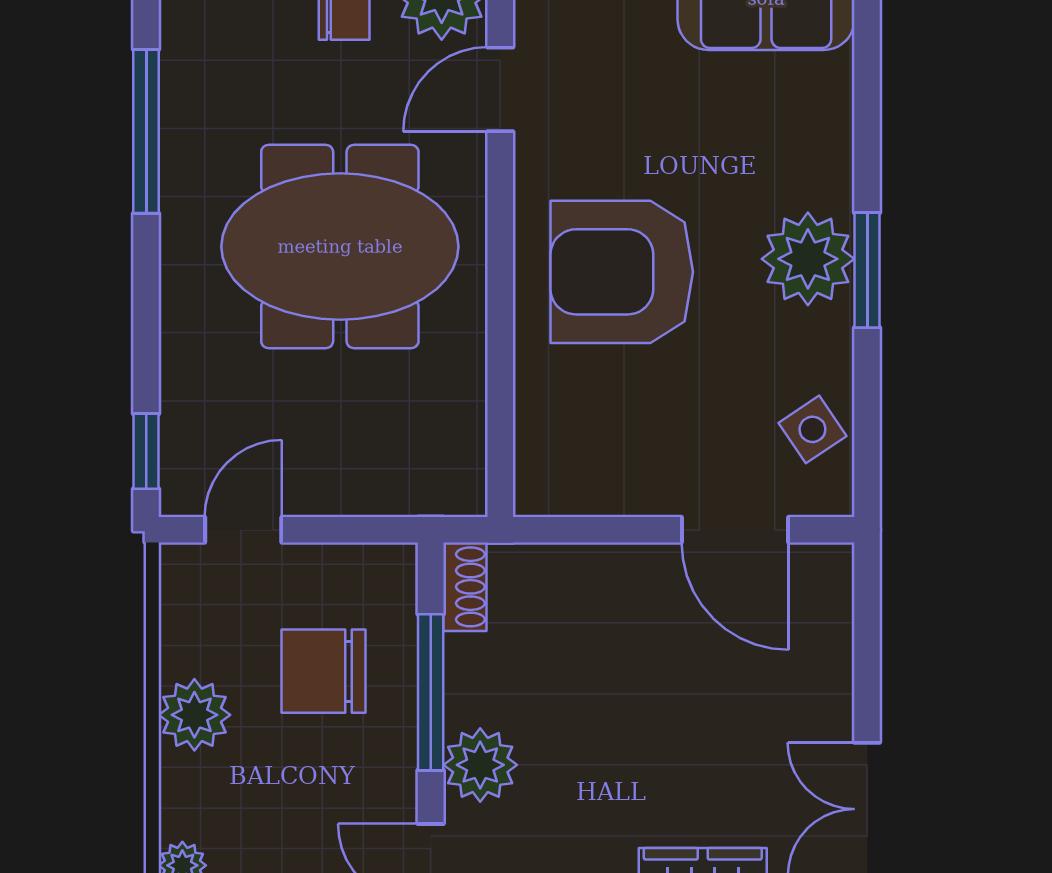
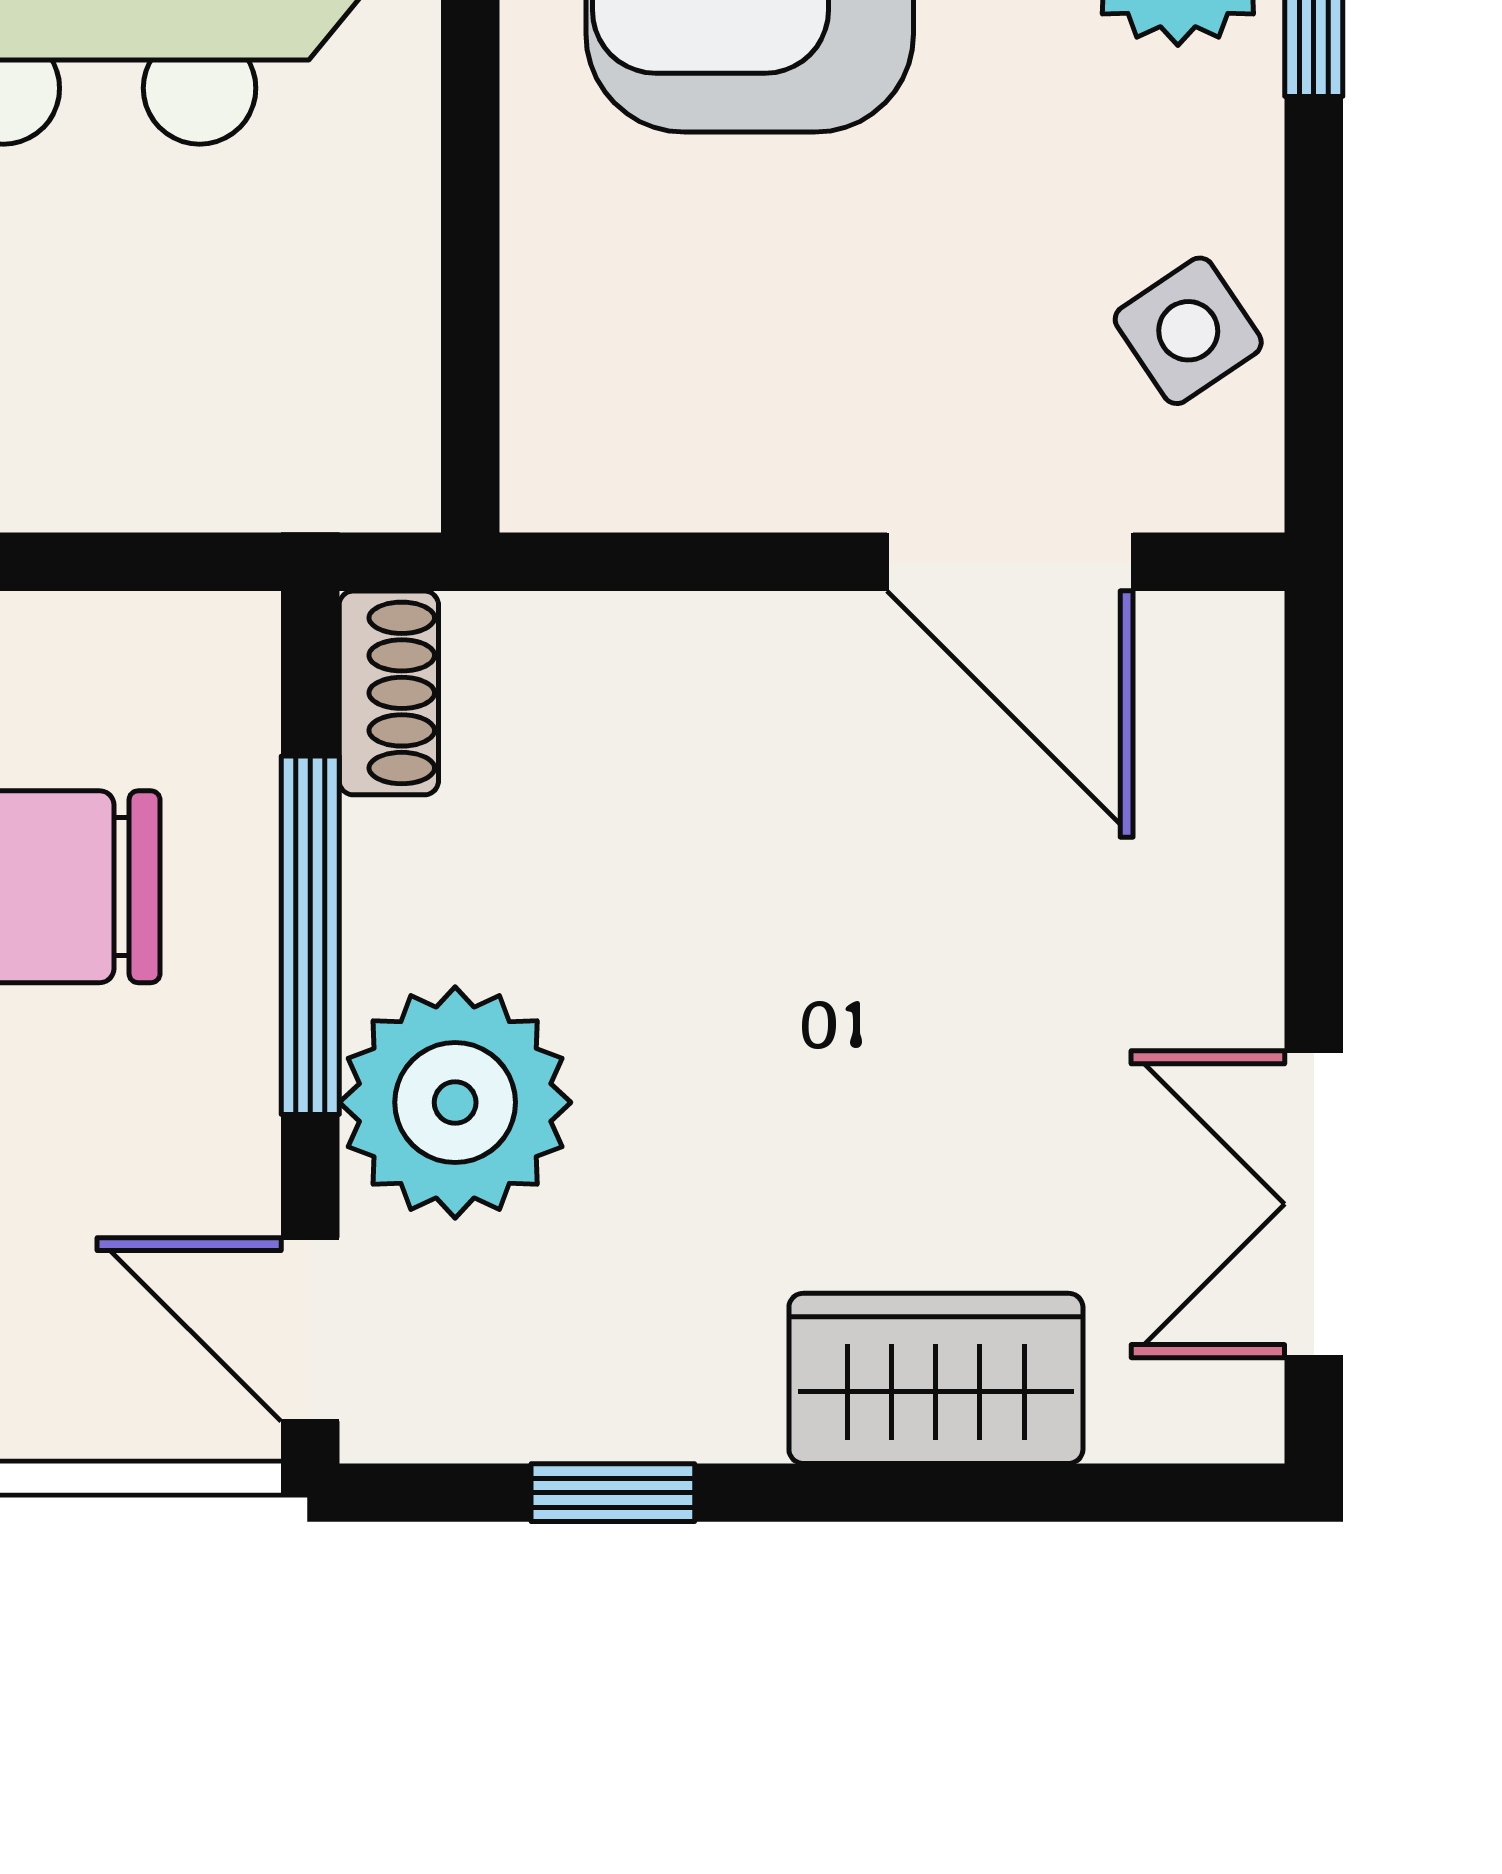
plant: (480, 765) -> (455, 1102), width x1.36, depth x1.36

